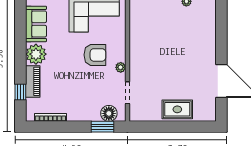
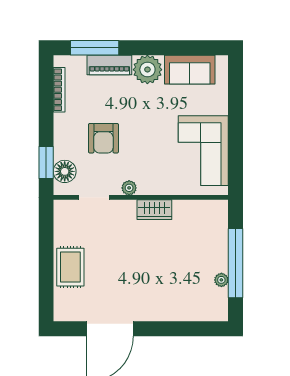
wardrobe: (136, 49) -> (154, 210), added
armchair: (95, 55) -> (103, 138), moved
window: (20, 92) -> (95, 48), width x2.17

